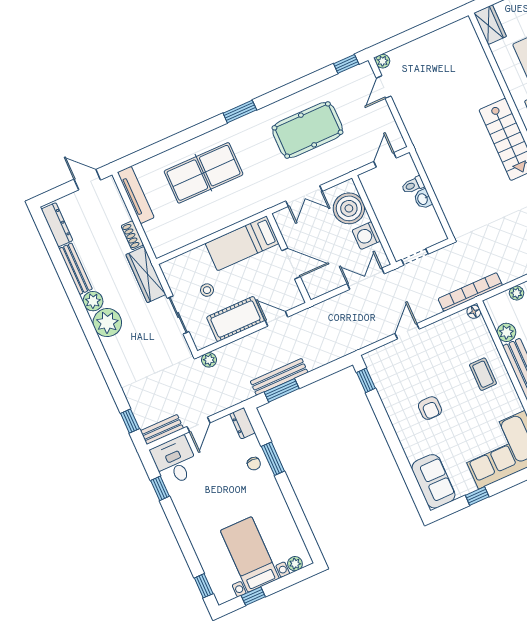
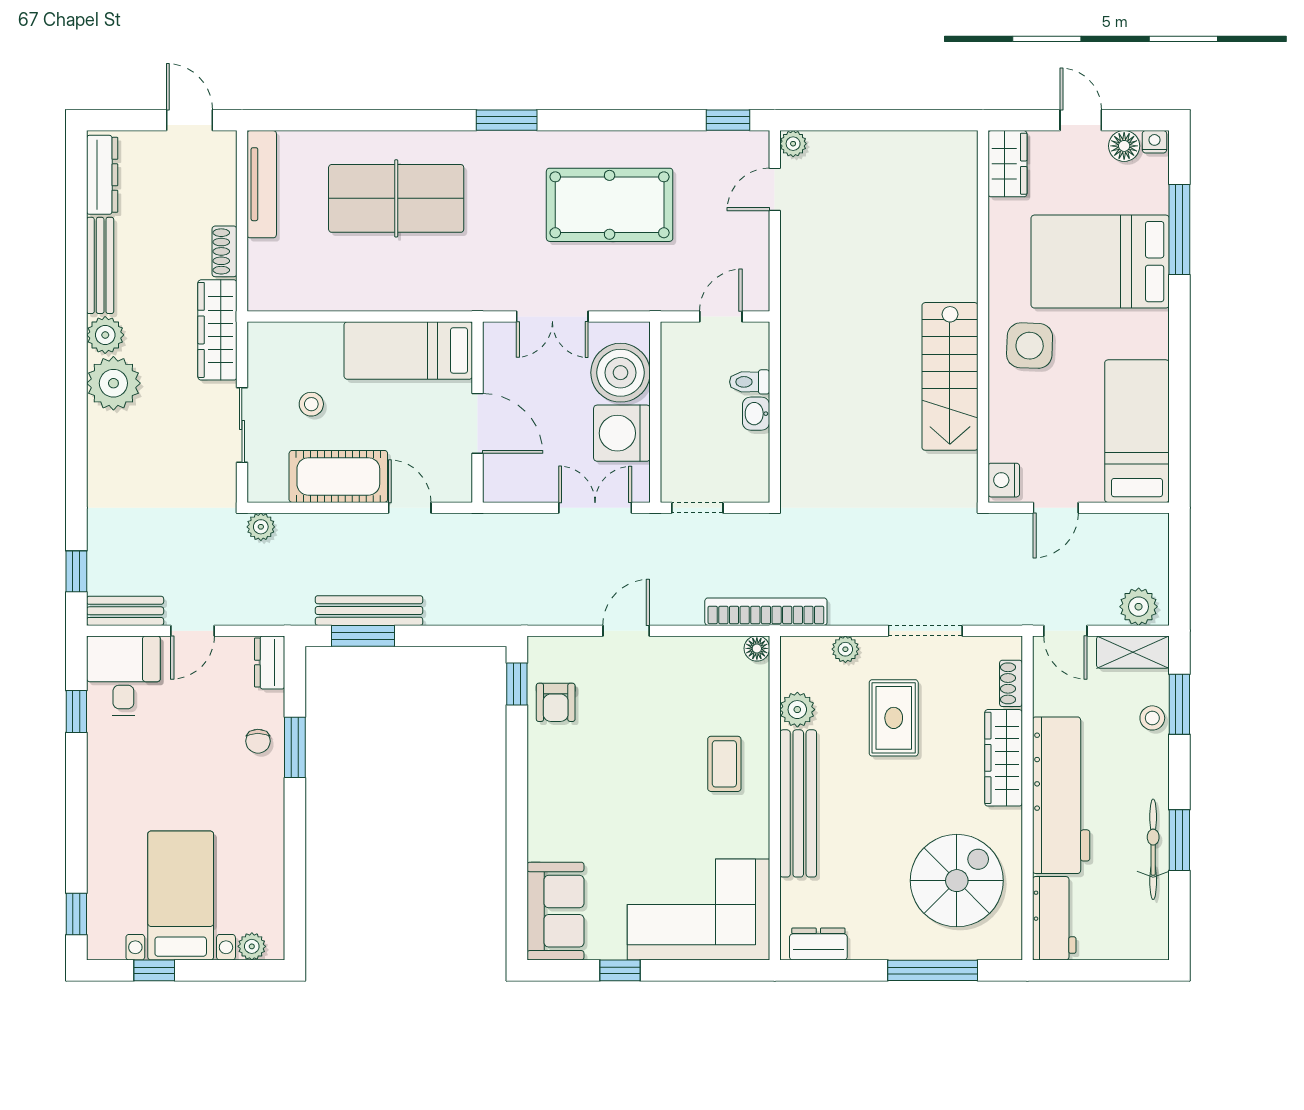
washing machine: (366, 236) -> (622, 433), width x1.37, depth x1.37
armchair: (430, 408) -> (556, 702), moved

